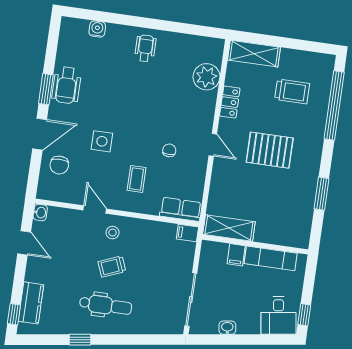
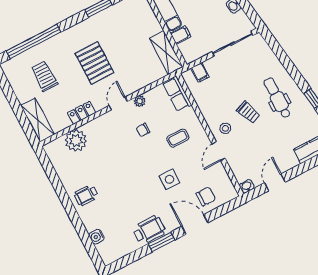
plant: (200, 167) -> (140, 101), added
filing cabinet: (187, 233) -> (200, 72), moved

